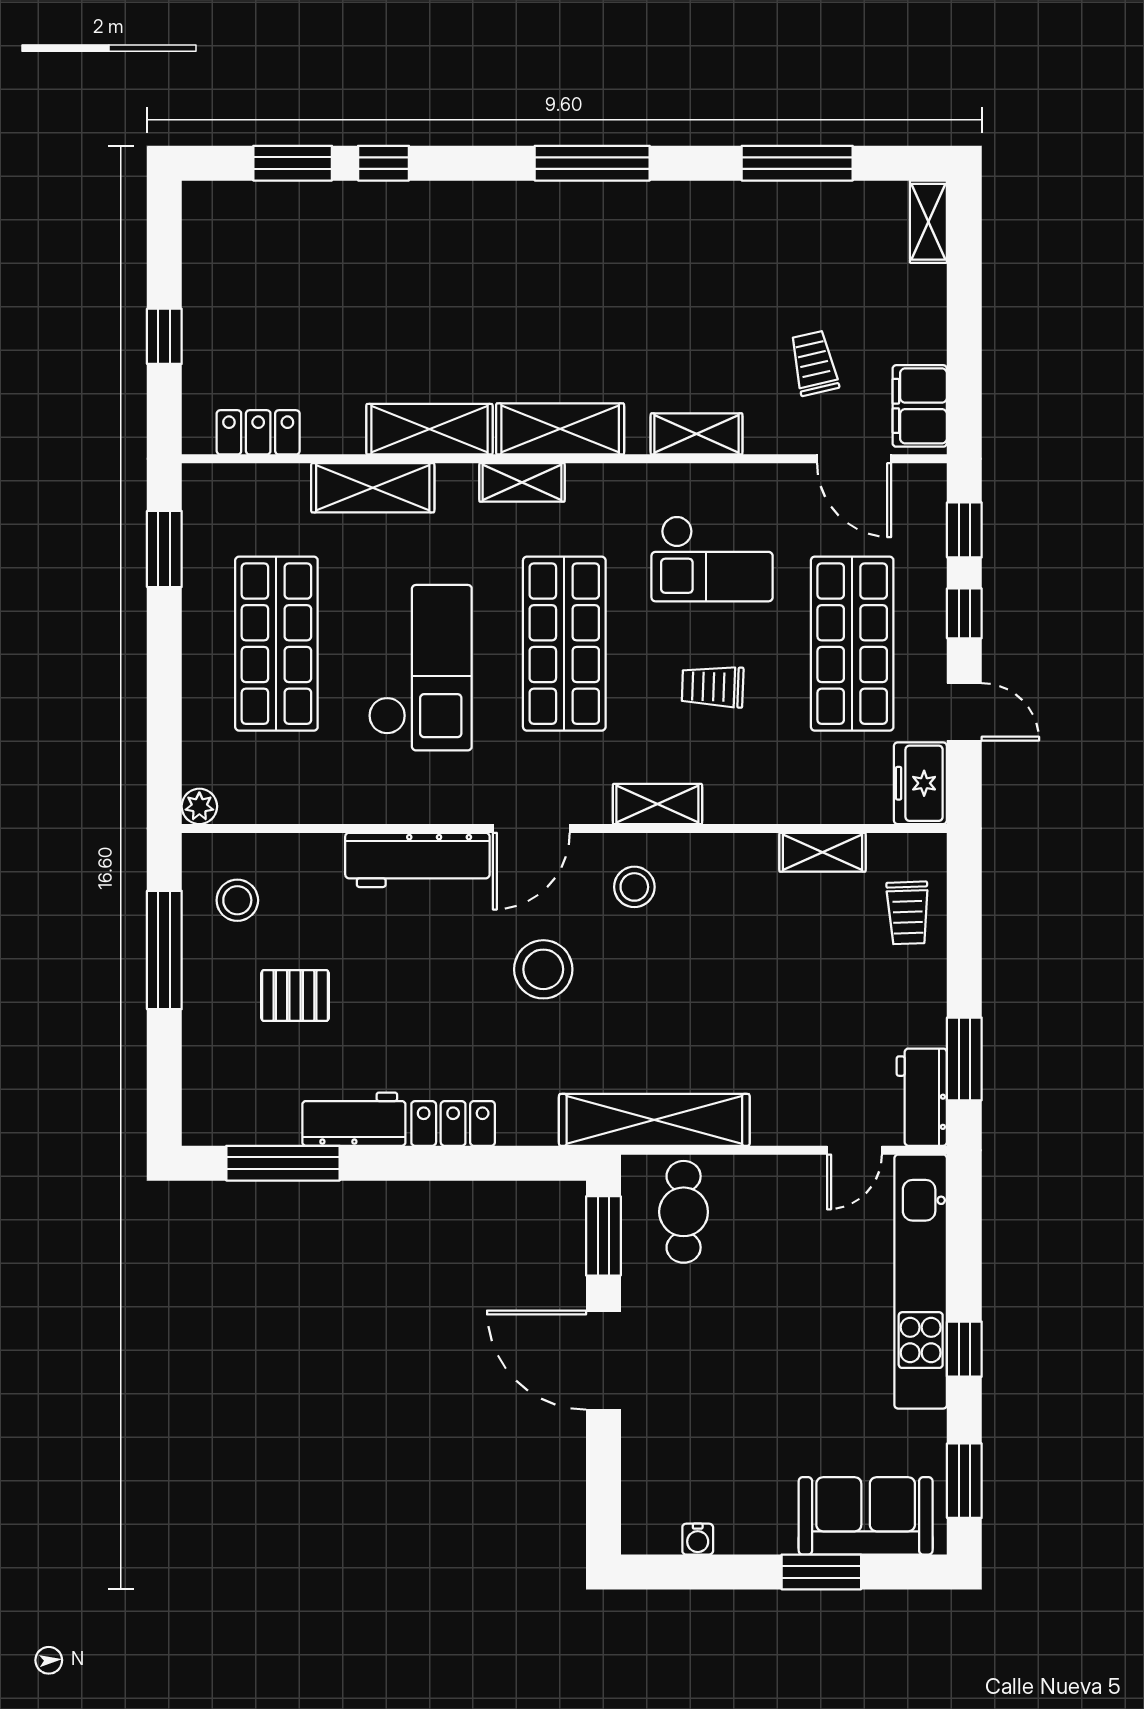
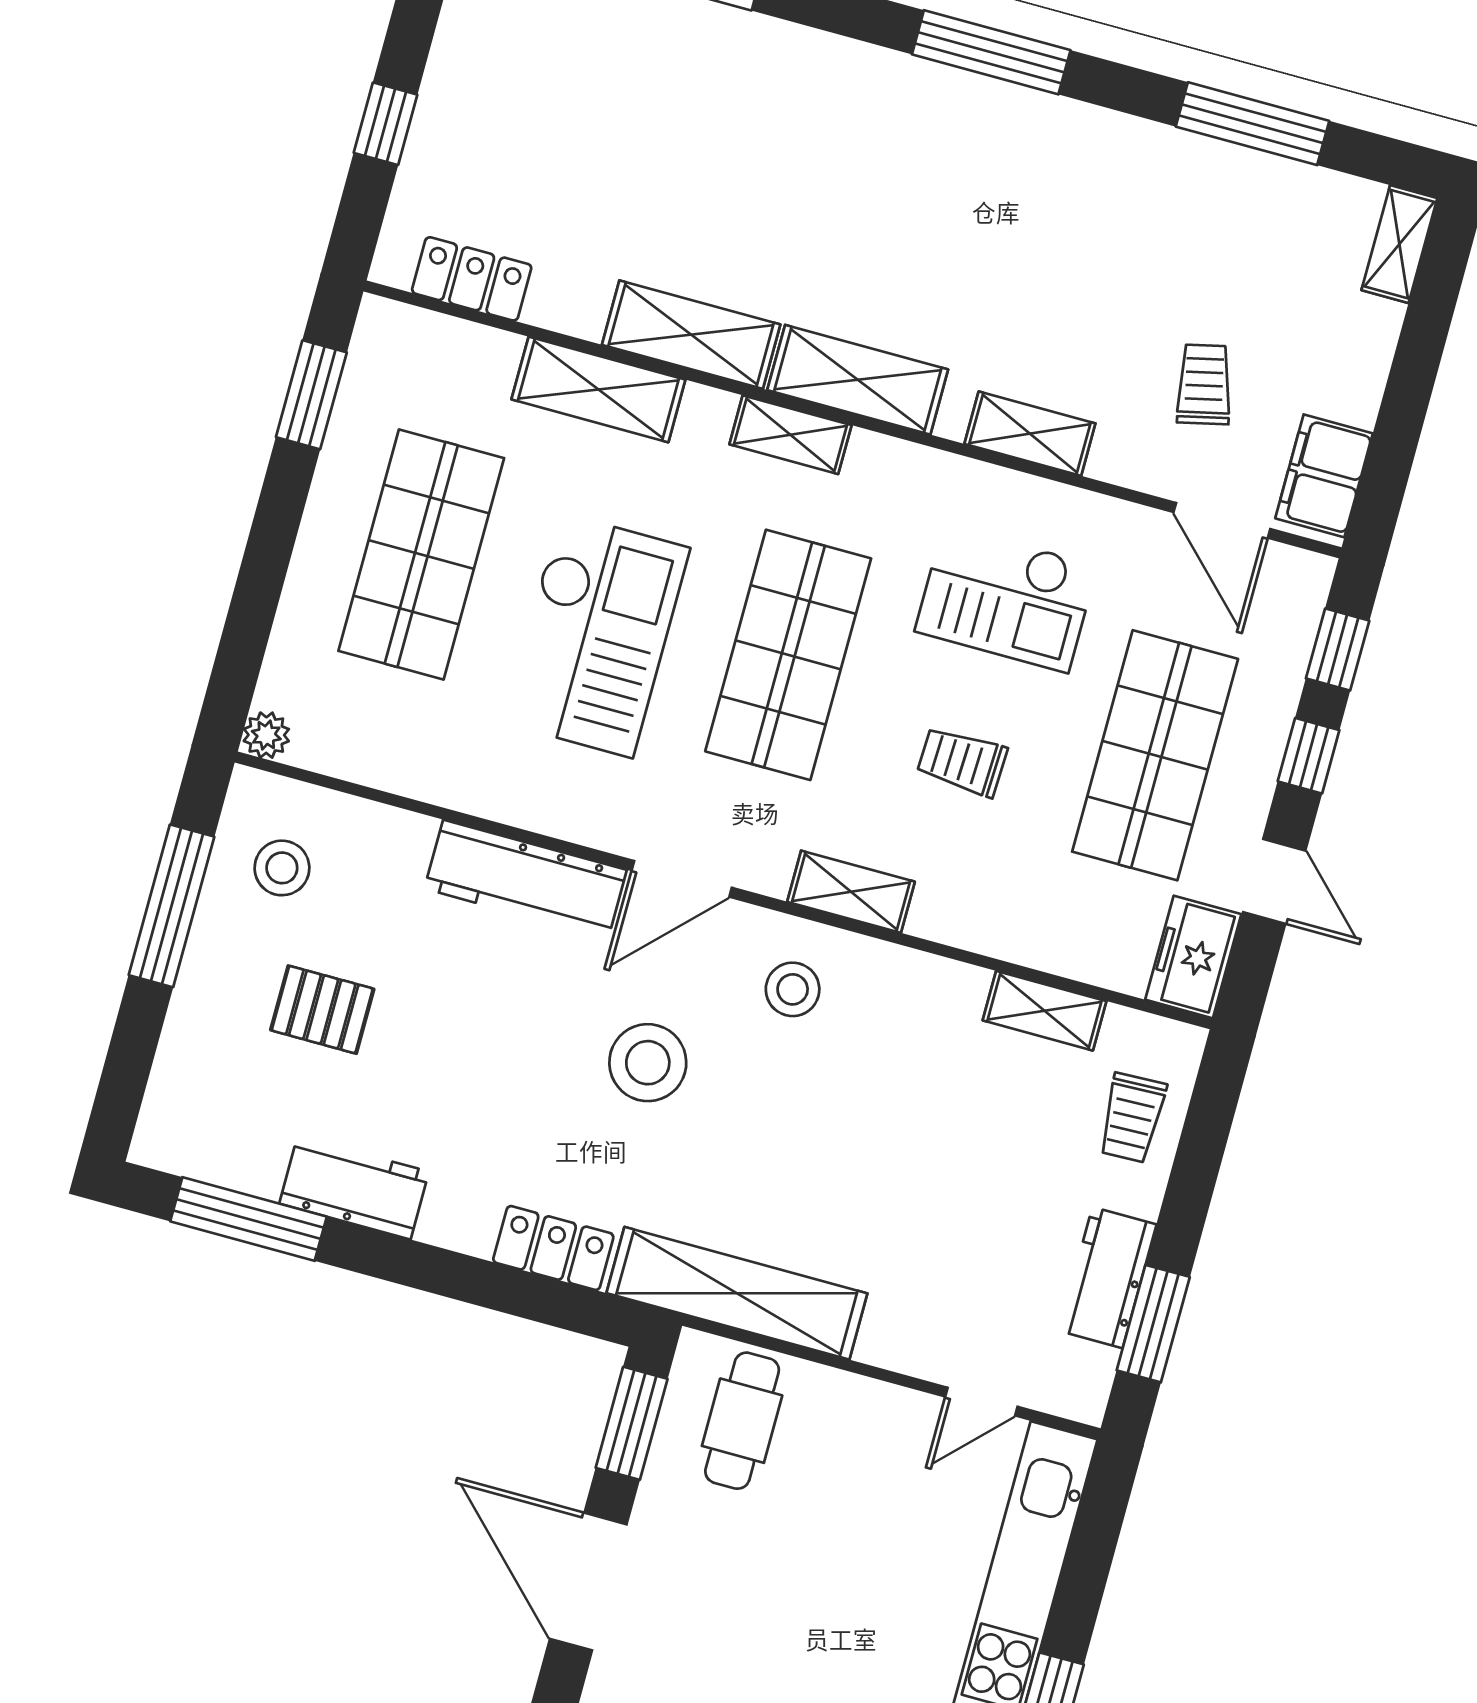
workbench: (922, 1097) -> (1108, 1278), moved
locker: (453, 1124) -> (553, 1248), moved

